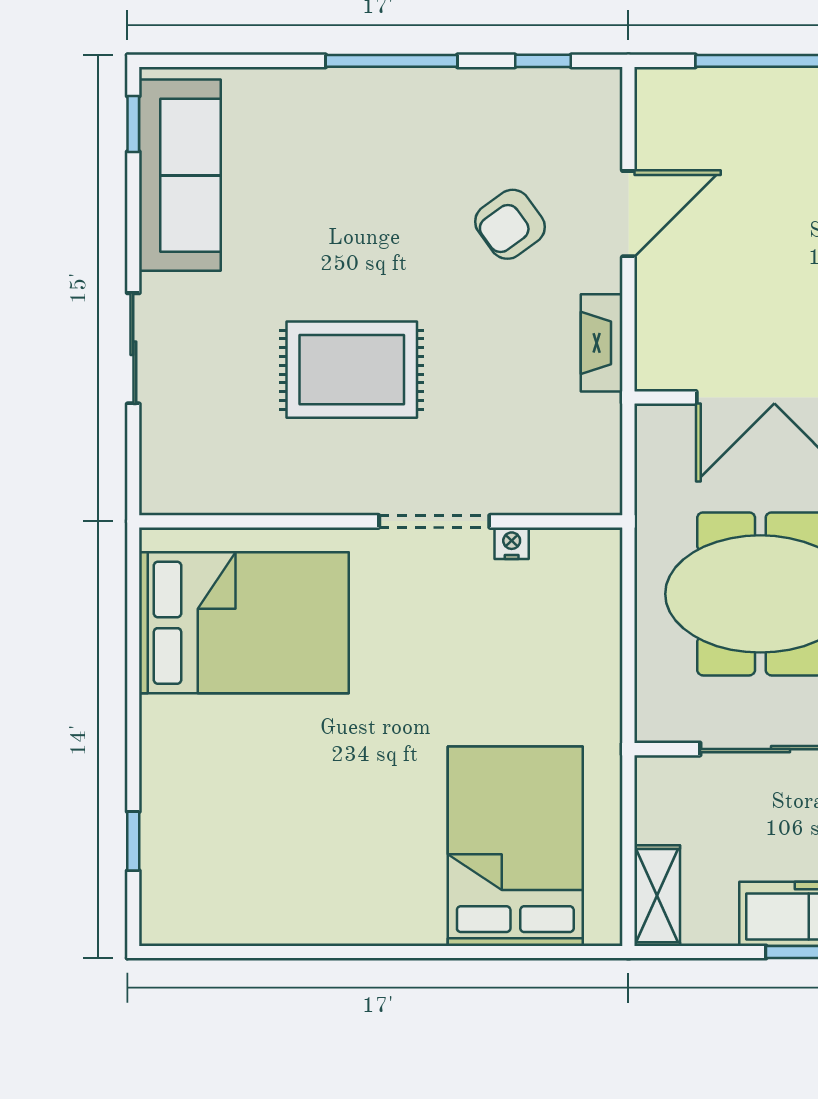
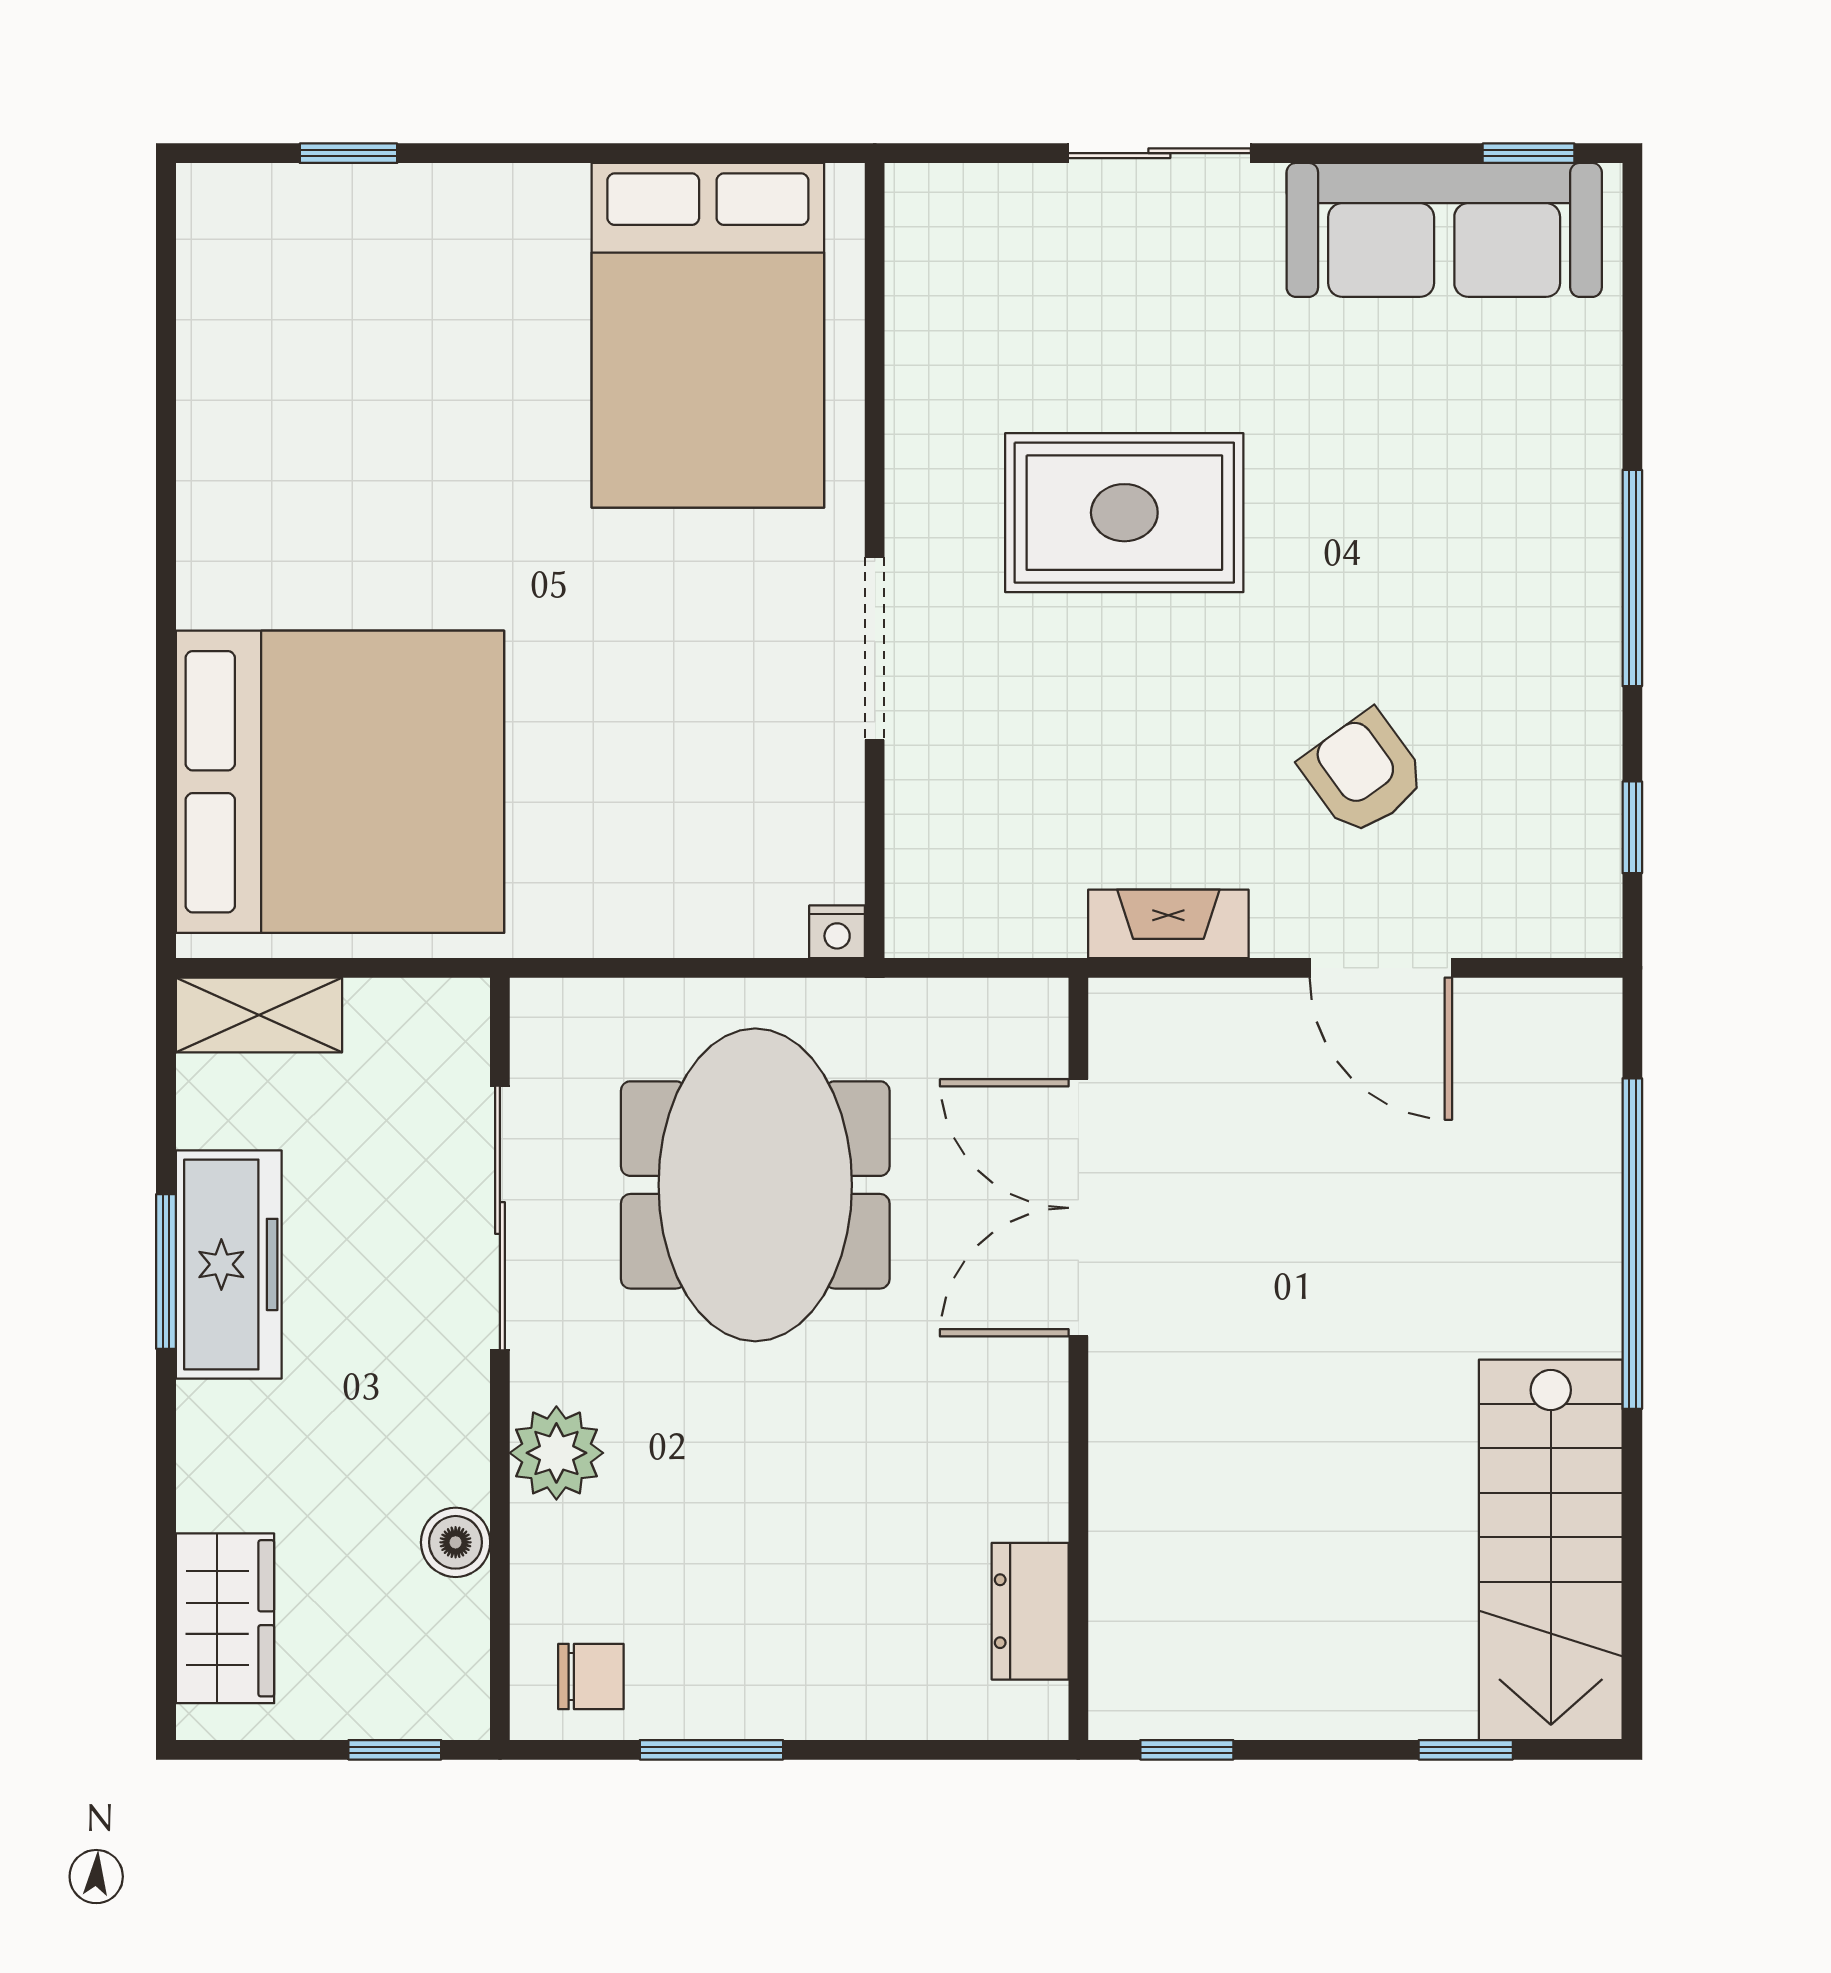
rug: (352, 370) -> (1124, 513), turned 90
nightstand: (512, 543) -> (837, 932), moved, turned 90
bed: (515, 846) -> (340, 782), width x1.36

